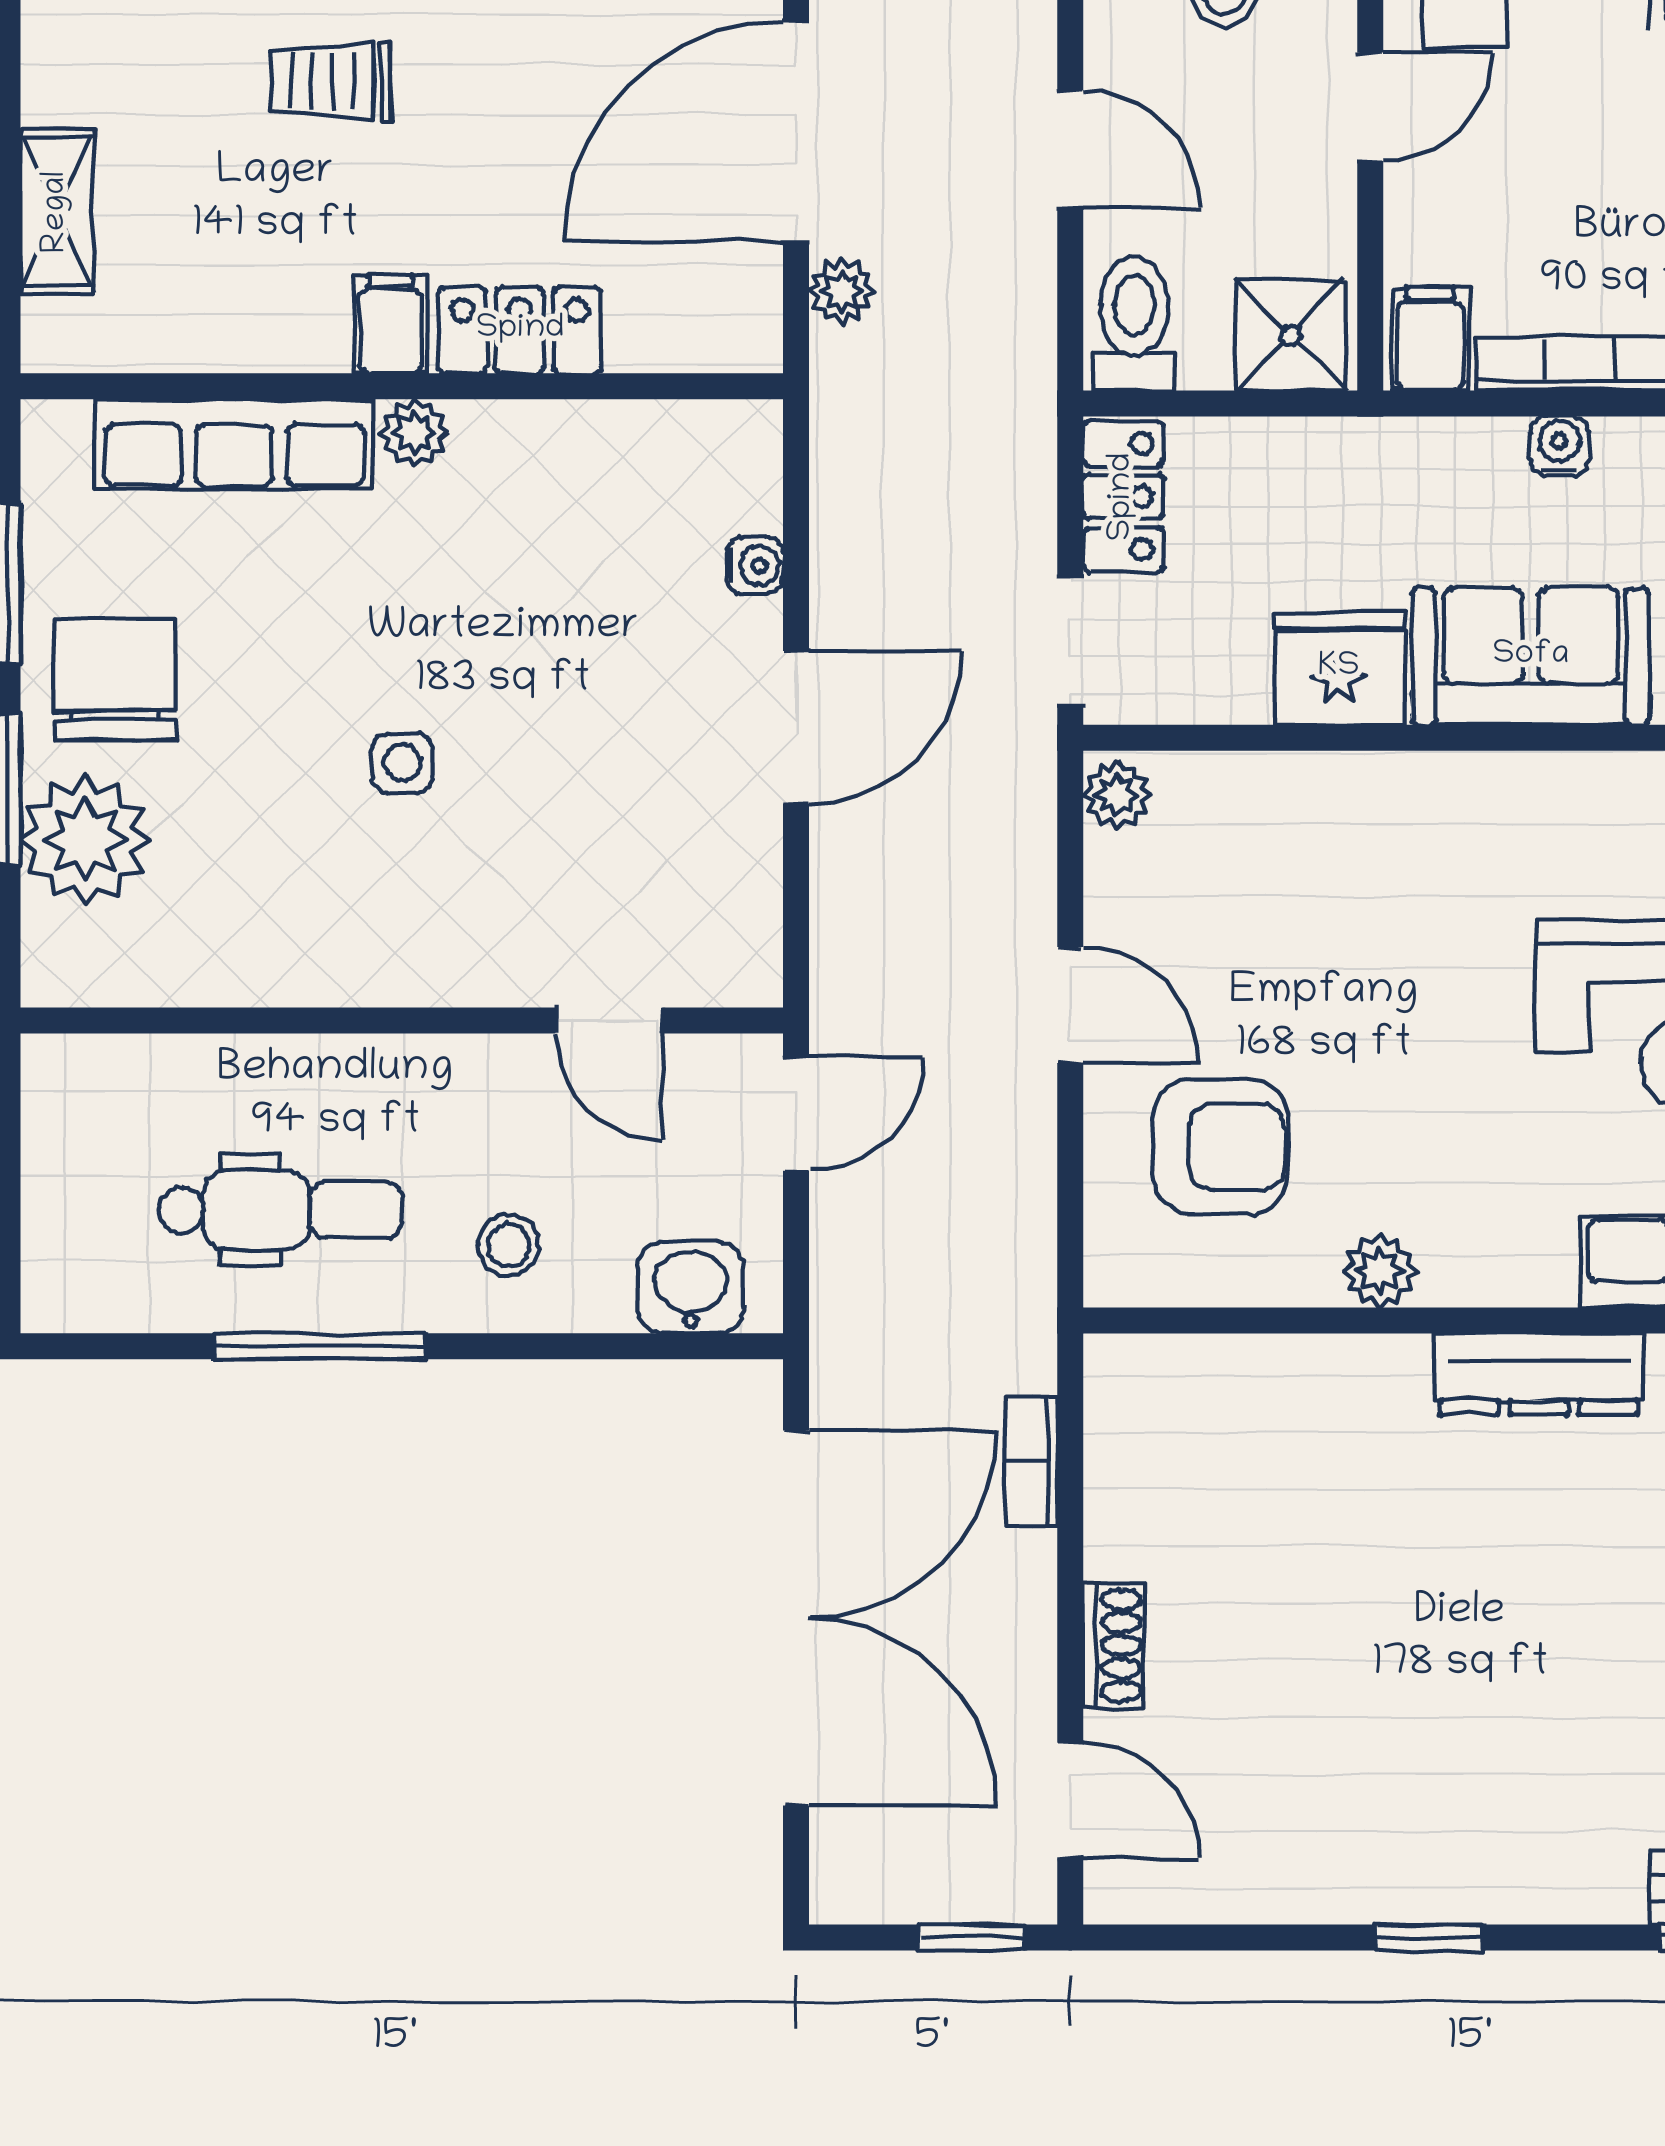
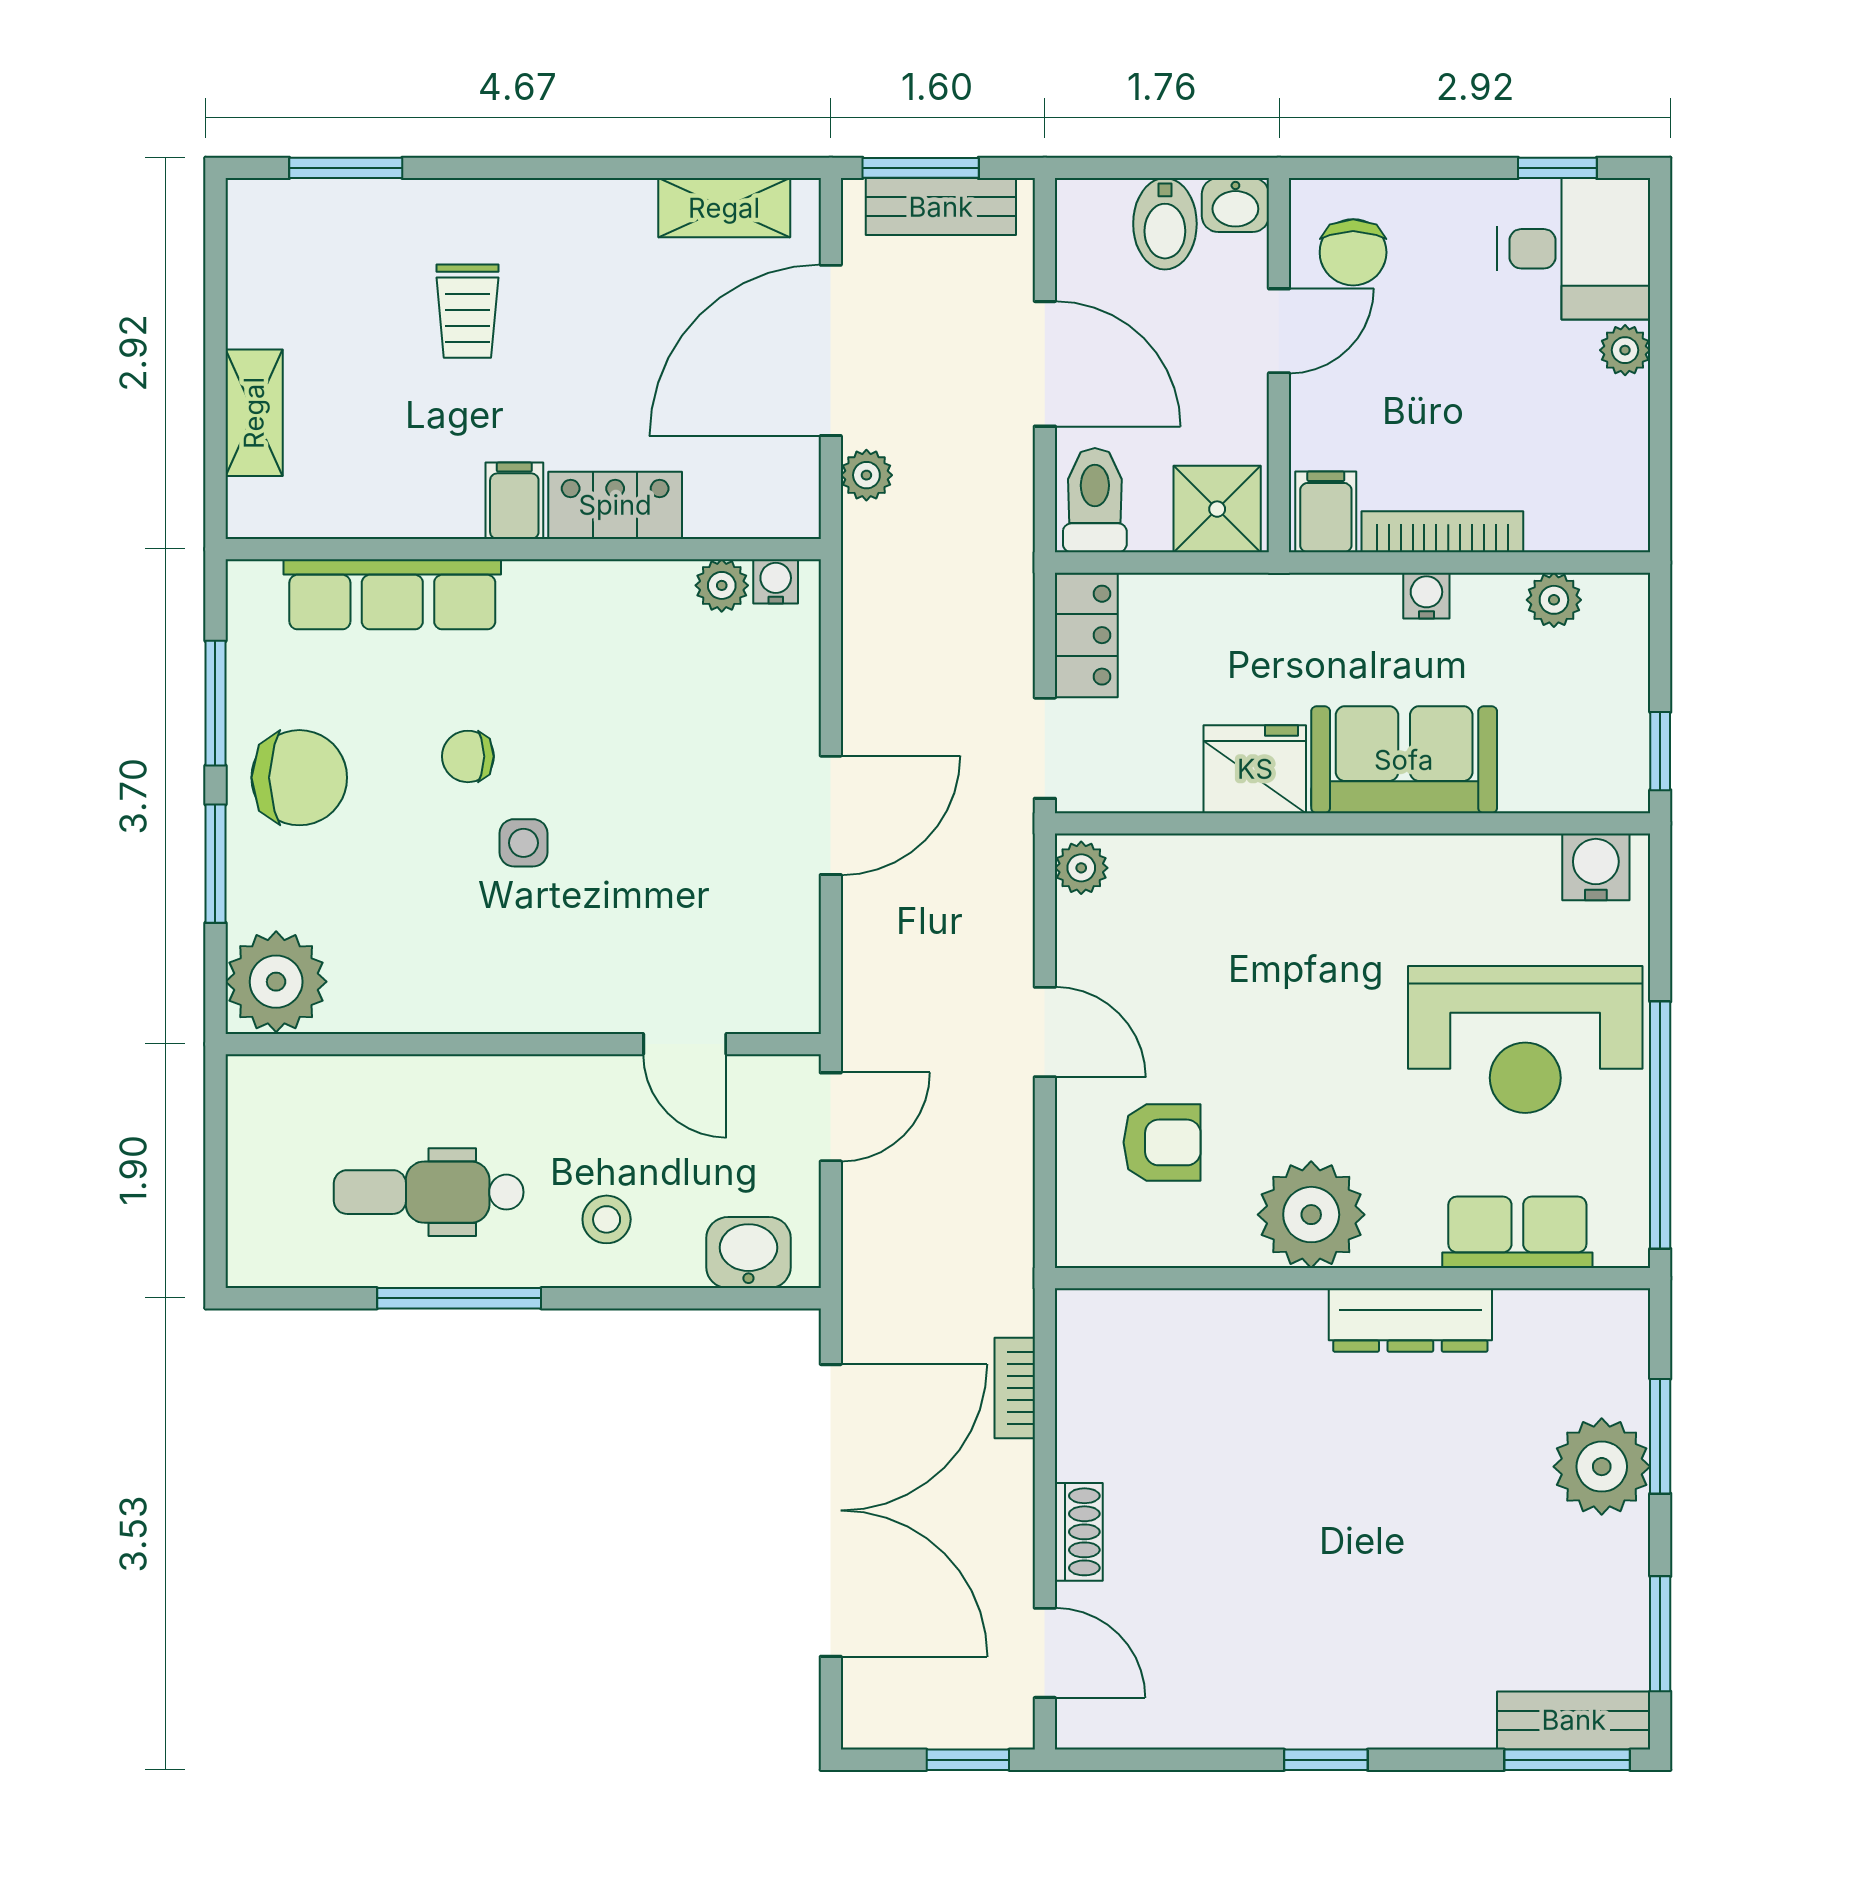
trolley: (330, 81) -> (467, 311), turned -90
door: (1070, 149) -> (1045, 364), width x1.38
plant: (414, 433) -> (722, 585), moved
water cooler: (755, 565) -> (776, 581), moved, turned -90
chair: (331, 652) -> (468, 756), added
chair: (115, 679) -> (299, 778), turned 90
plant: (85, 840) -> (276, 982), moved
armchair: (1220, 1147) -> (1162, 1142), width x0.72, depth x0.72
dental chair: (281, 1210) -> (429, 1192), turned 180
plant: (1379, 1271) -> (1311, 1215), width x1.88, depth x1.88

